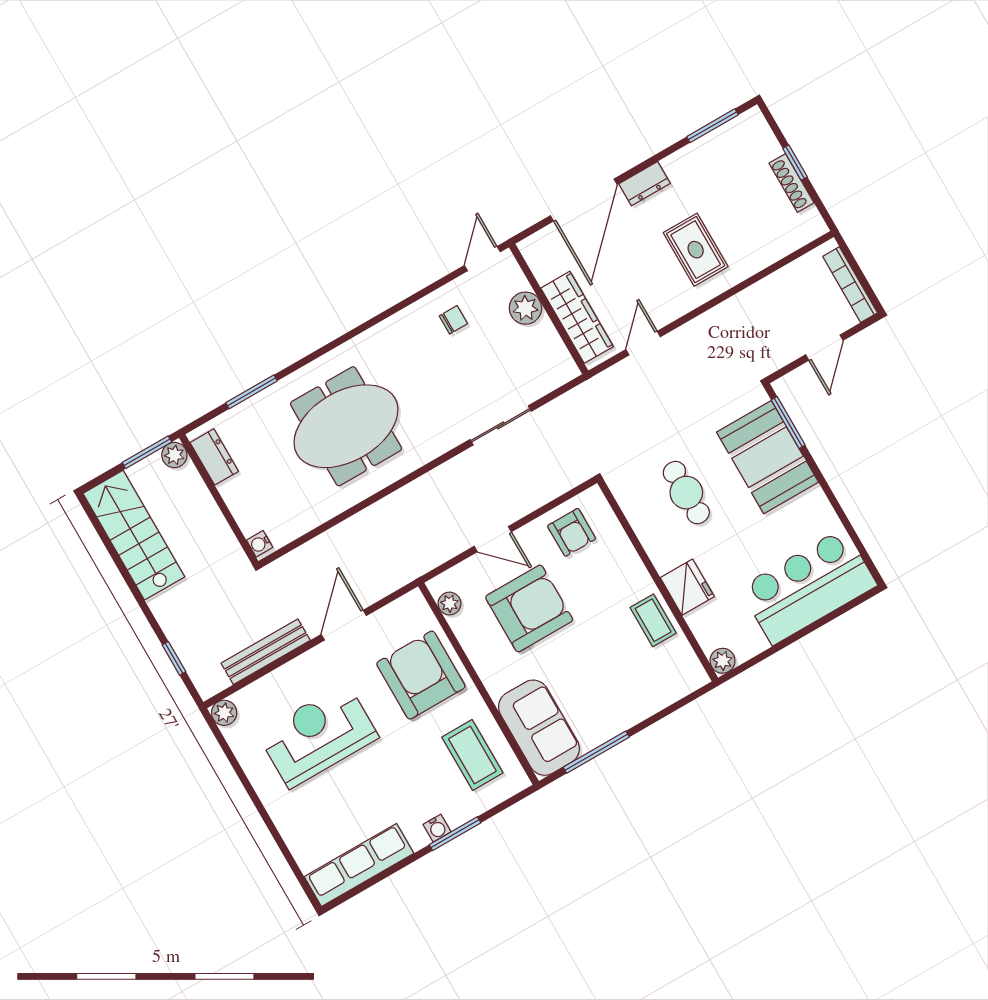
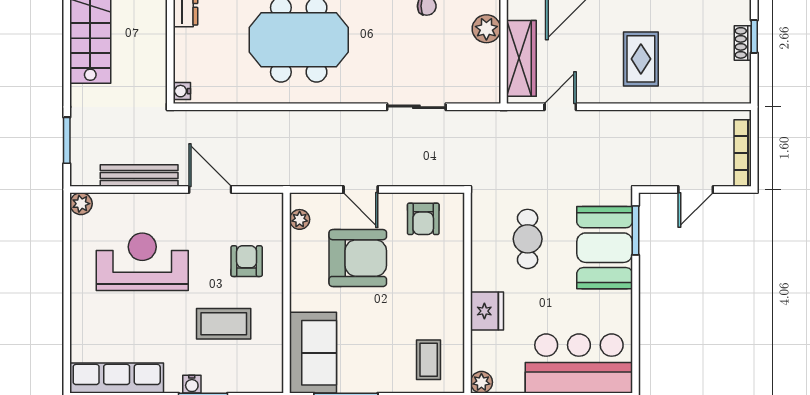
shoe rack: (792, 183) -> (743, 43), width x0.70
coffee table: (653, 620) -> (429, 360), moved
door: (344, 625) -> (210, 189), hinge flipped
window: (174, 658) -> (67, 140), width x1.50
armchair: (421, 675) -> (247, 261), width x0.53, depth x0.53
coffee table: (472, 755) -> (224, 324), moved, turned 90

